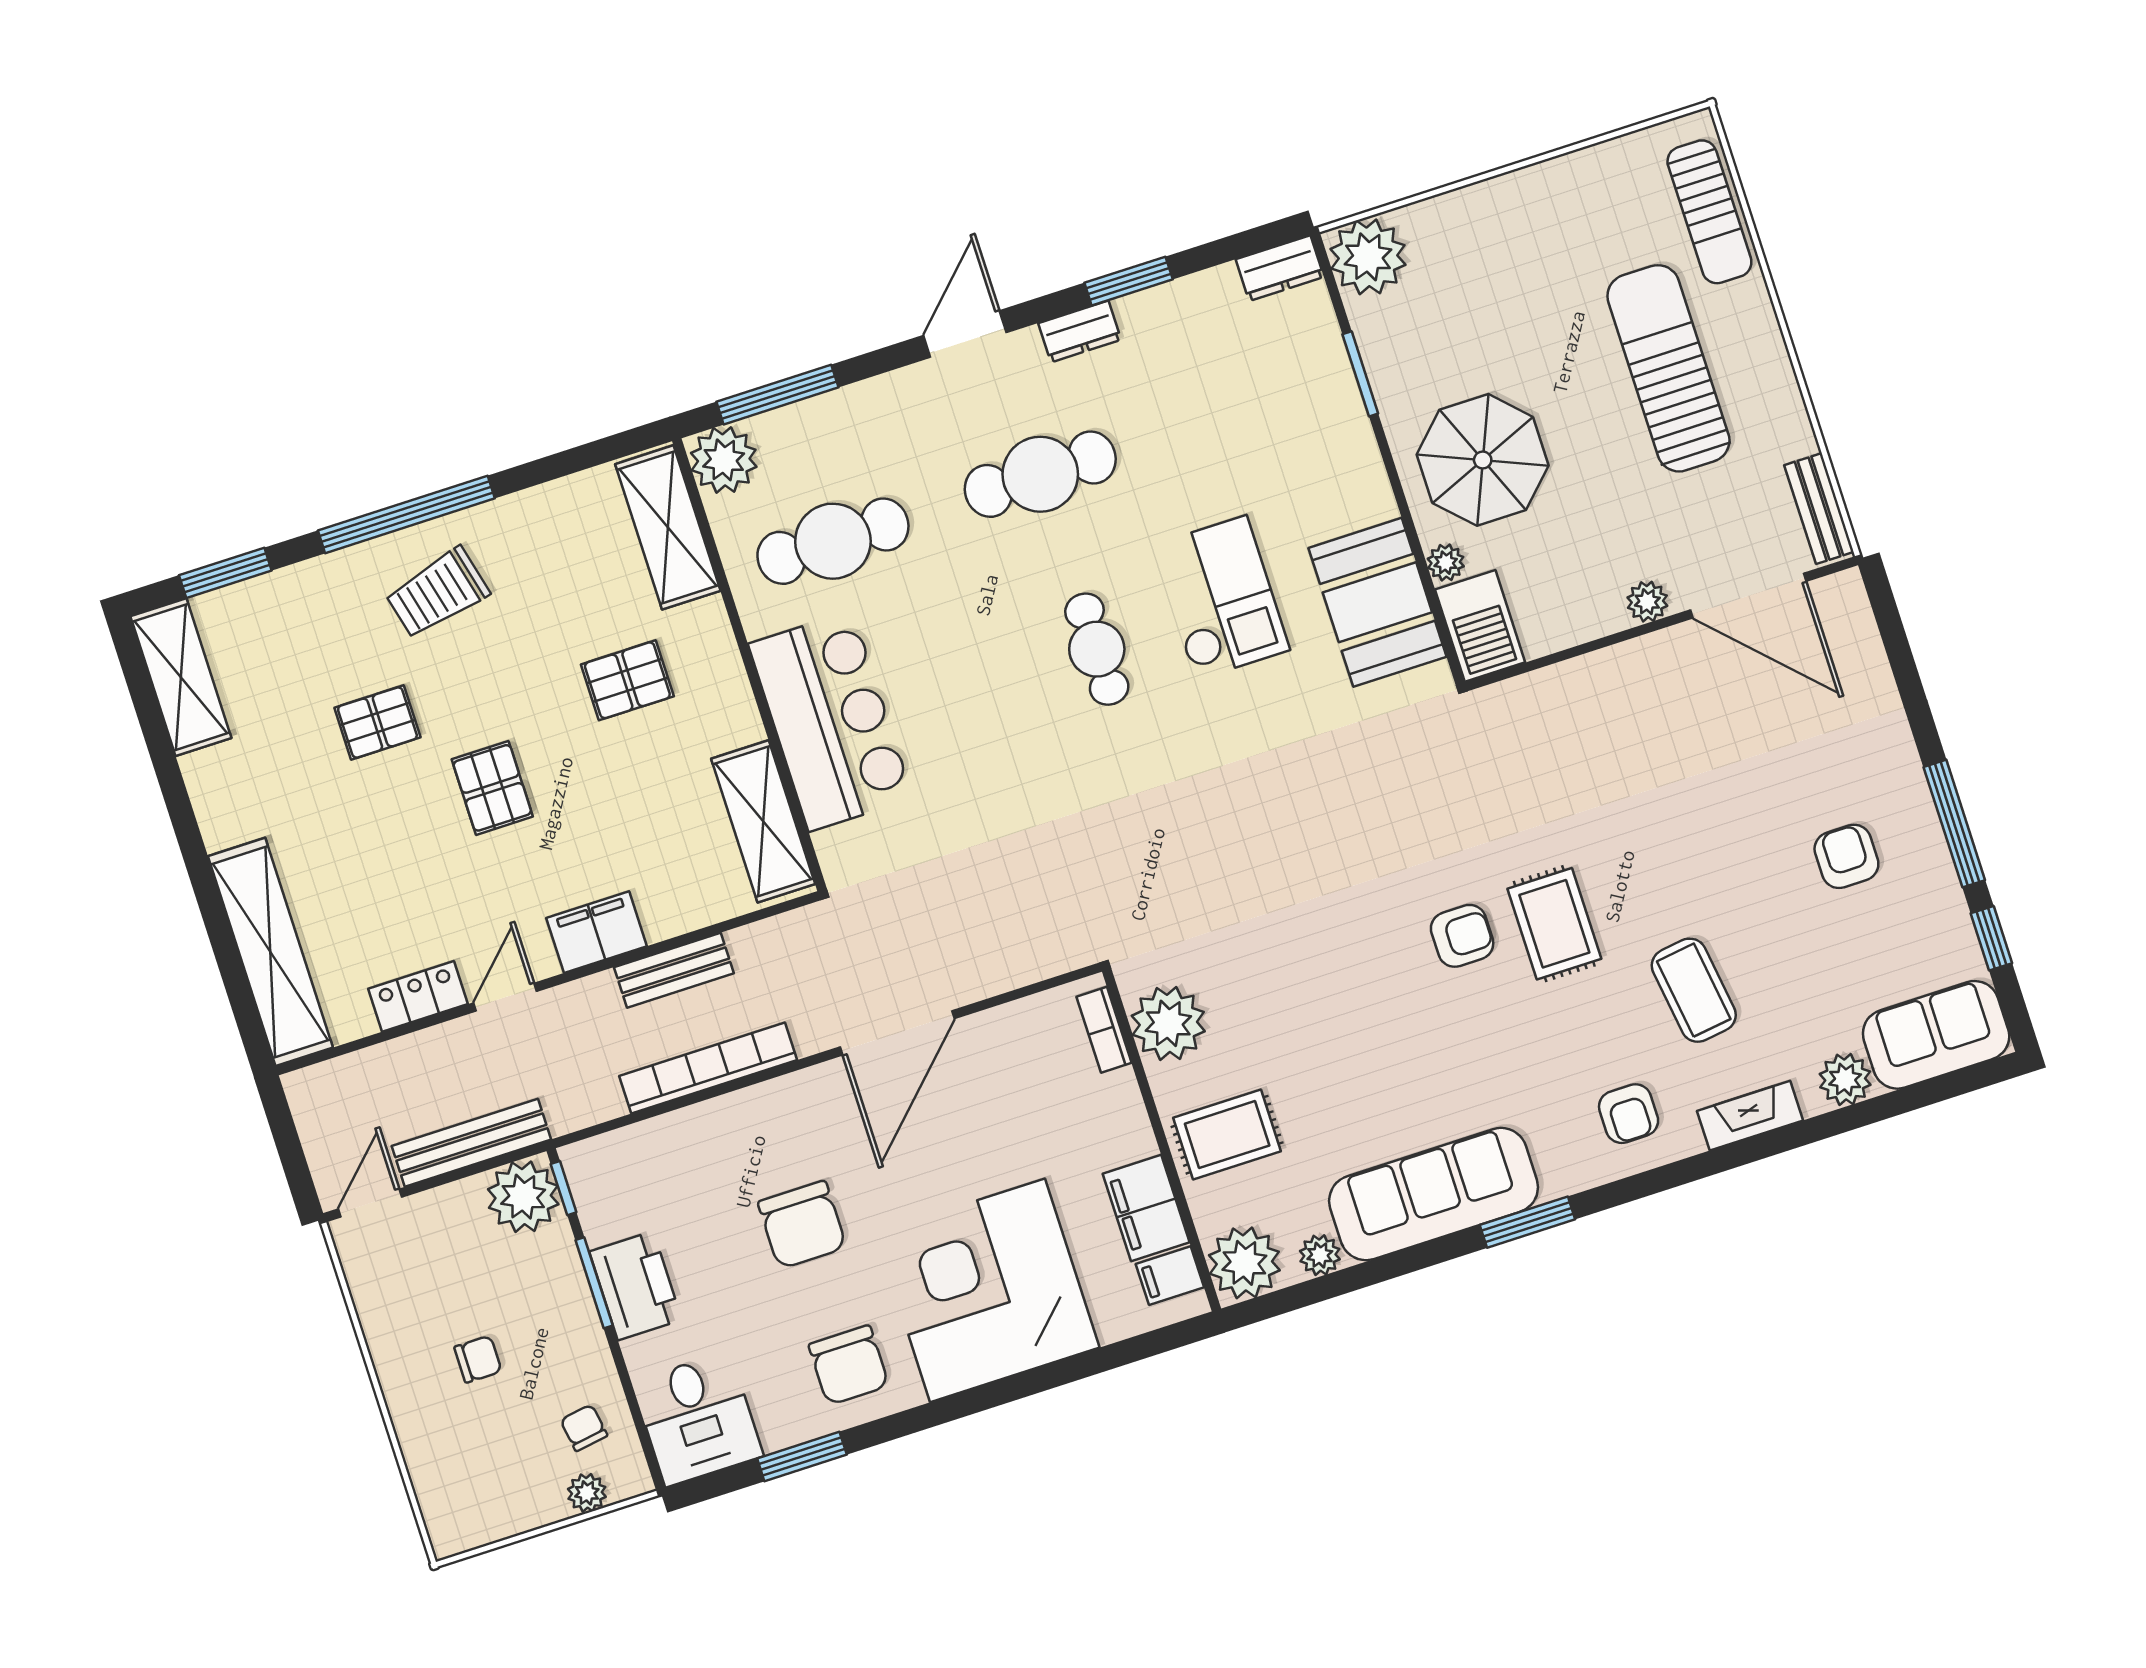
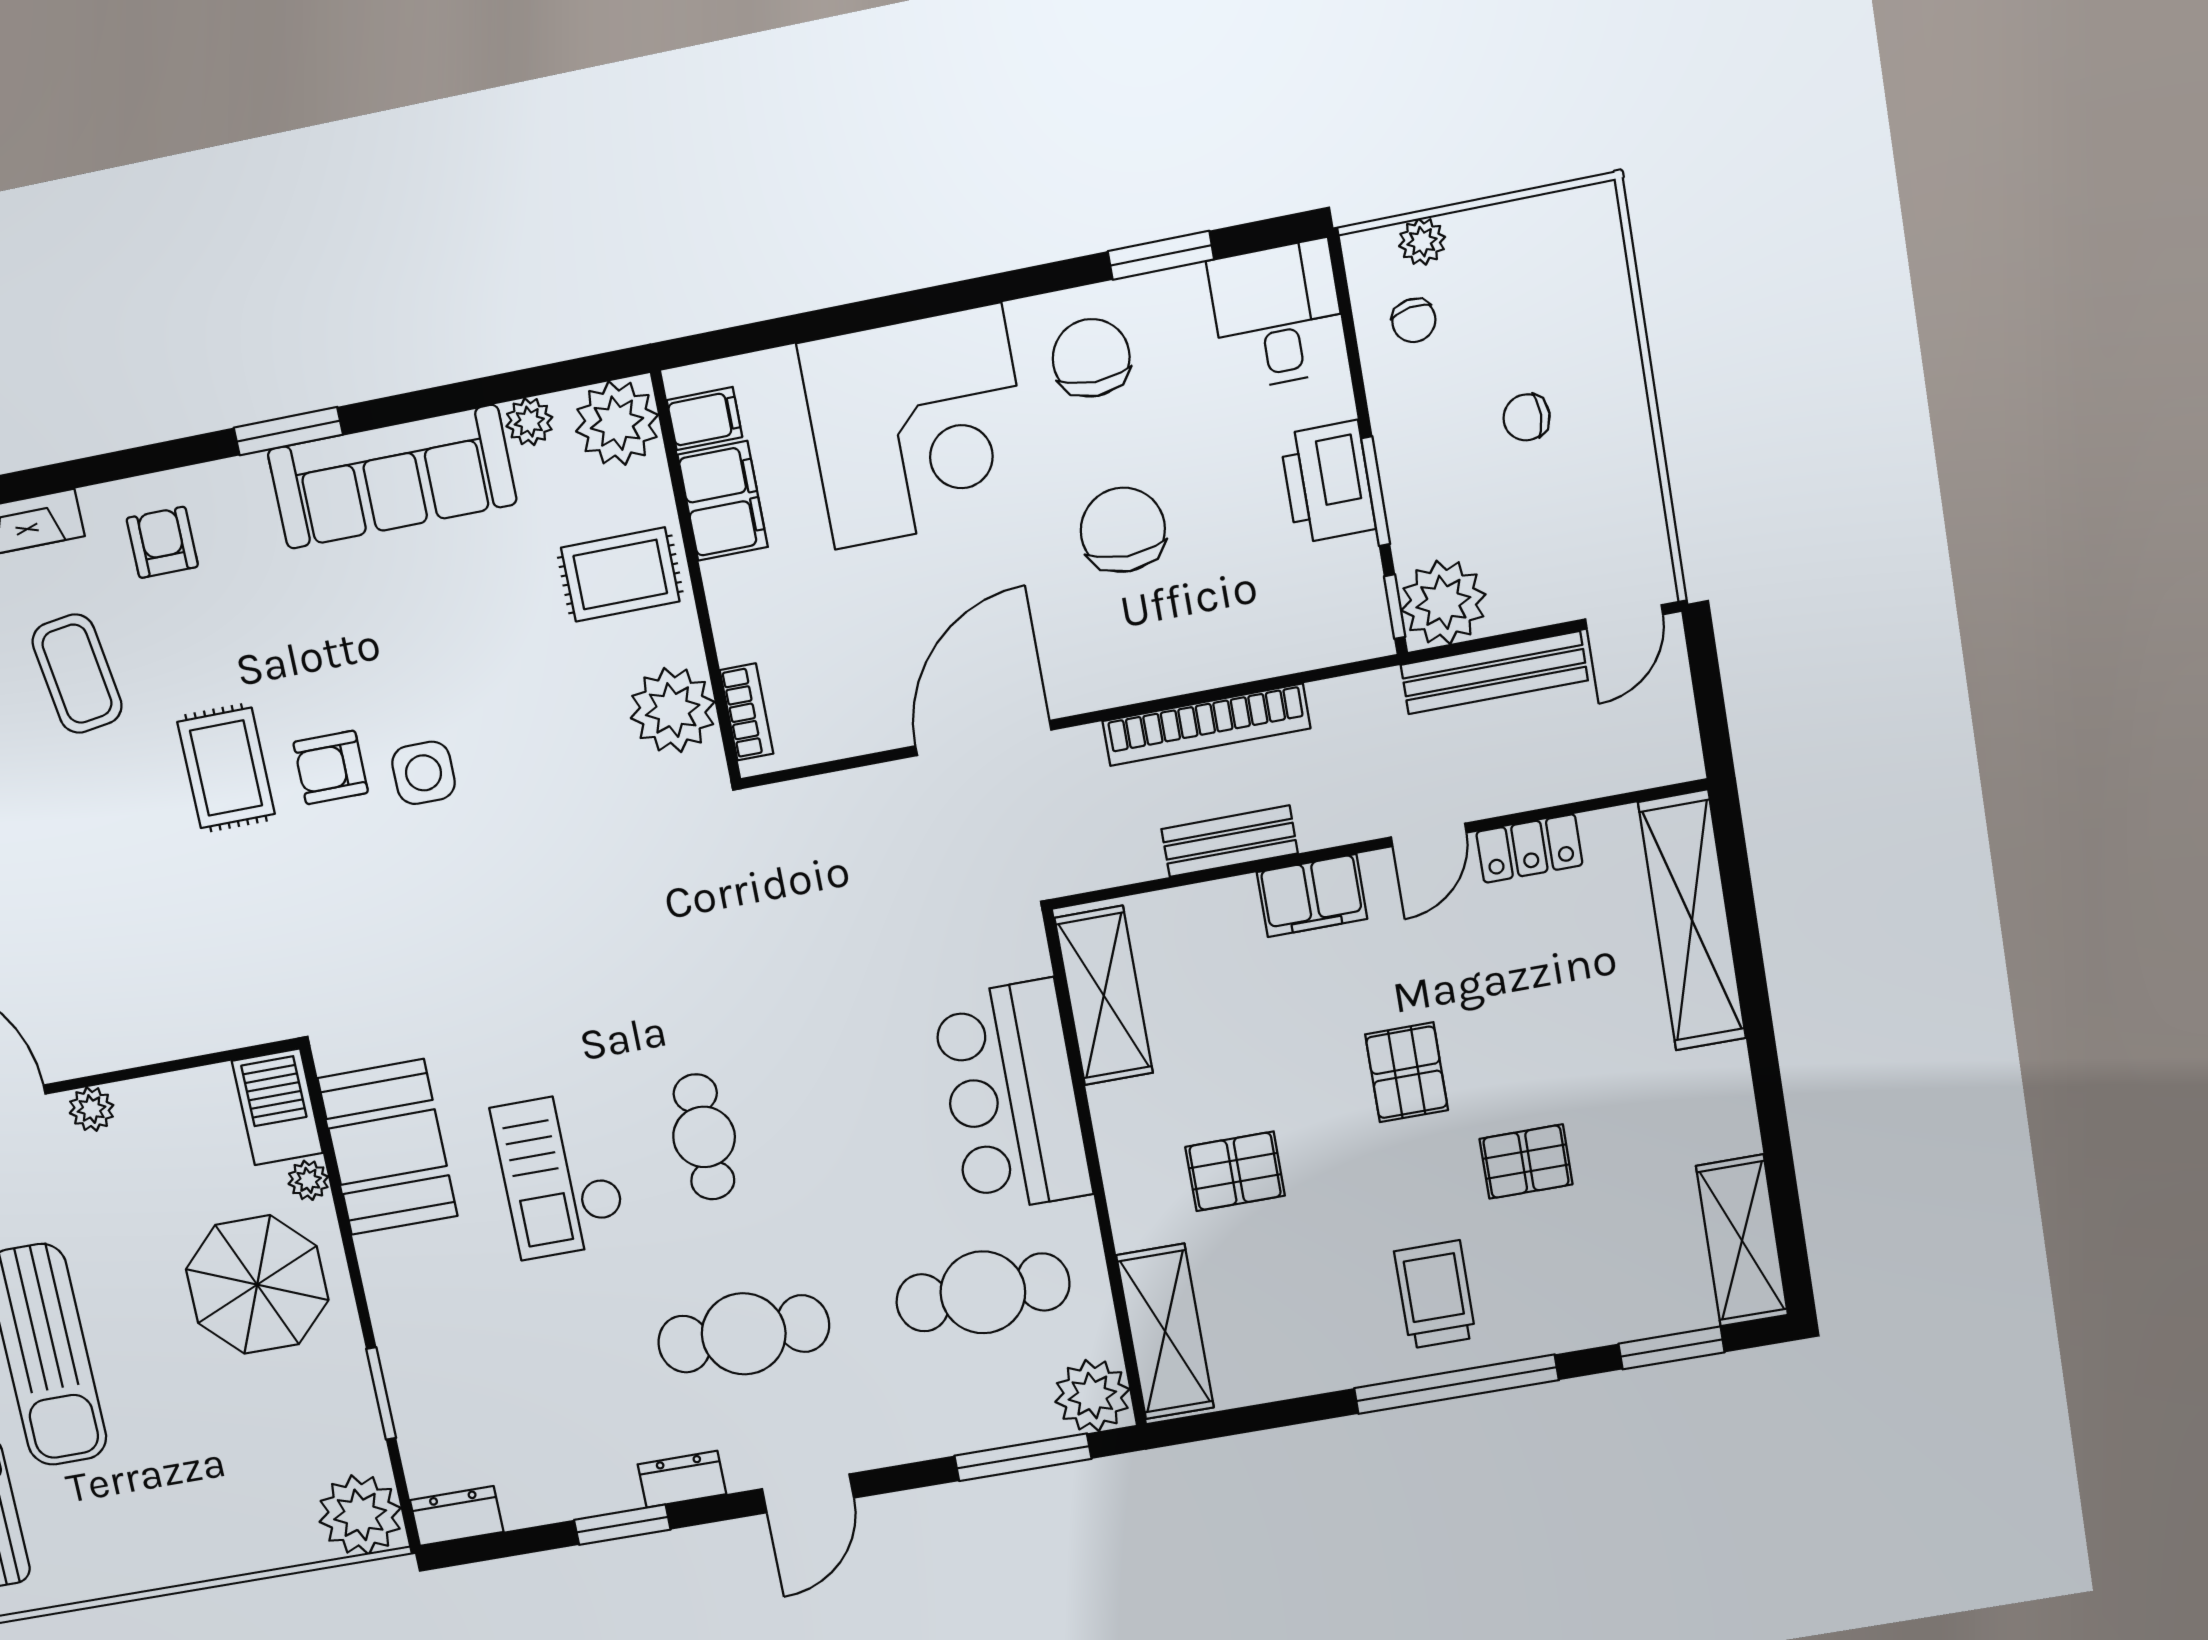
trolley: (437, 593) -> (1435, 1294), turned -76
side table: (1380, 941) -> (423, 773), added

